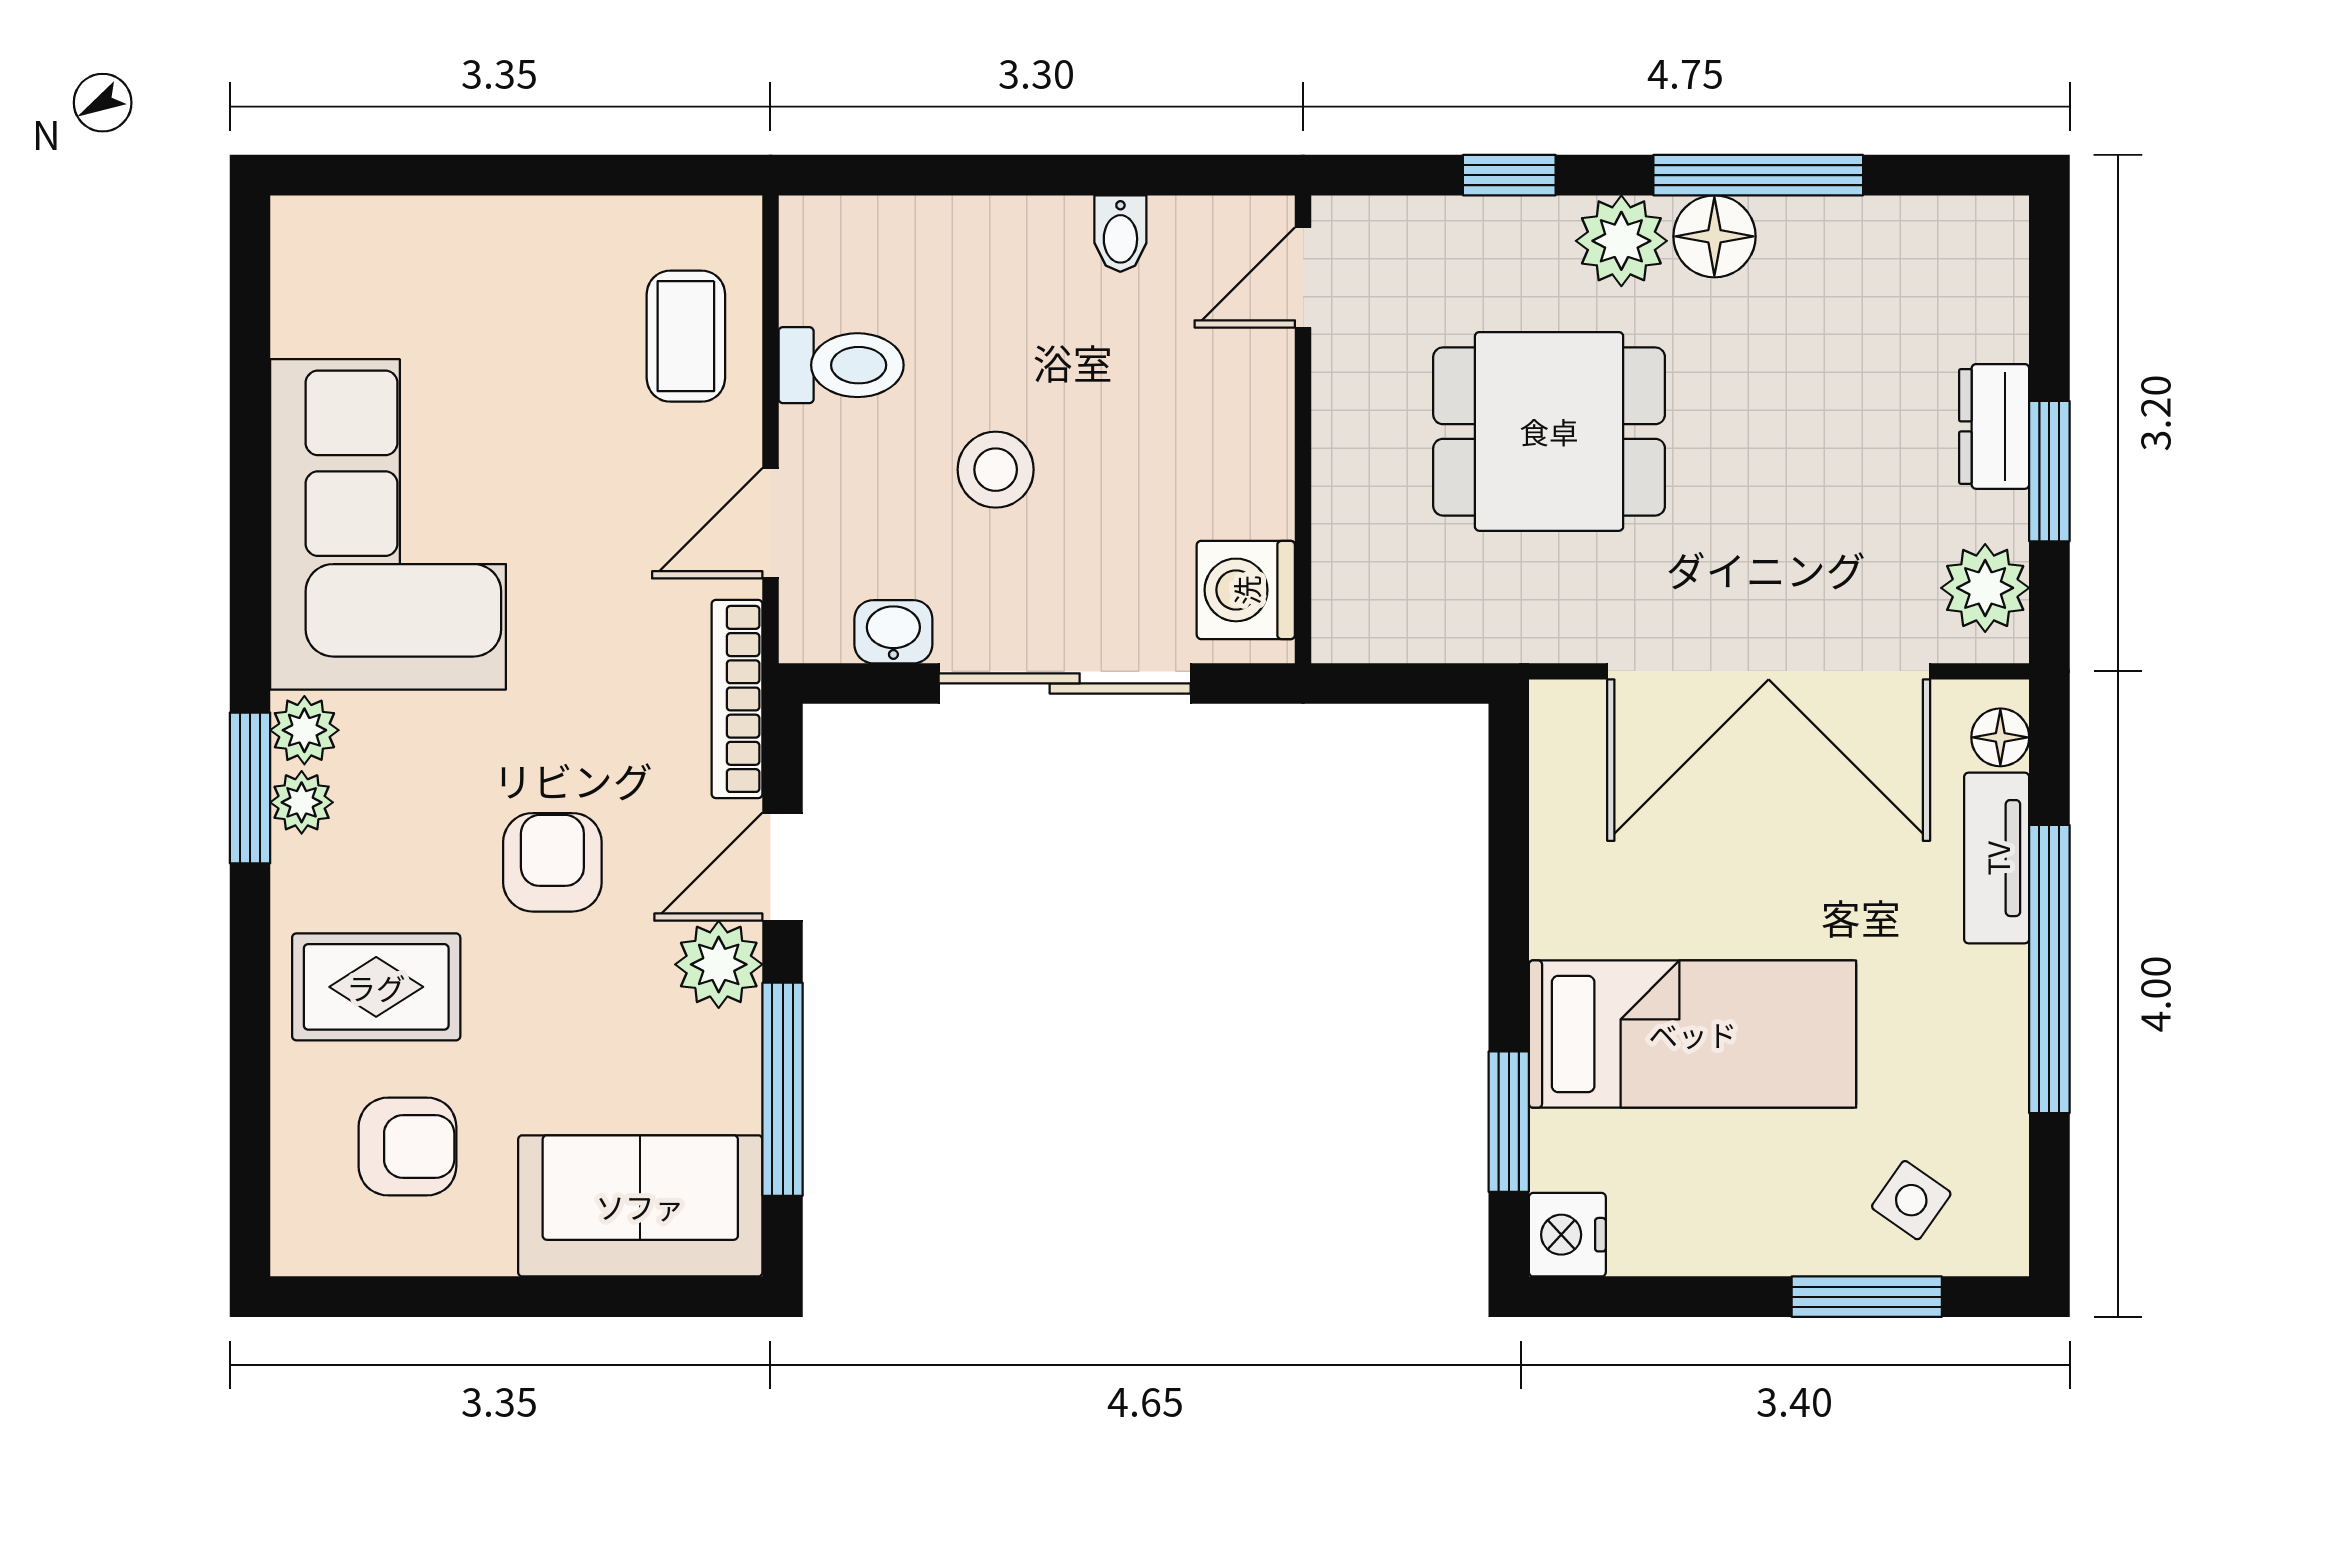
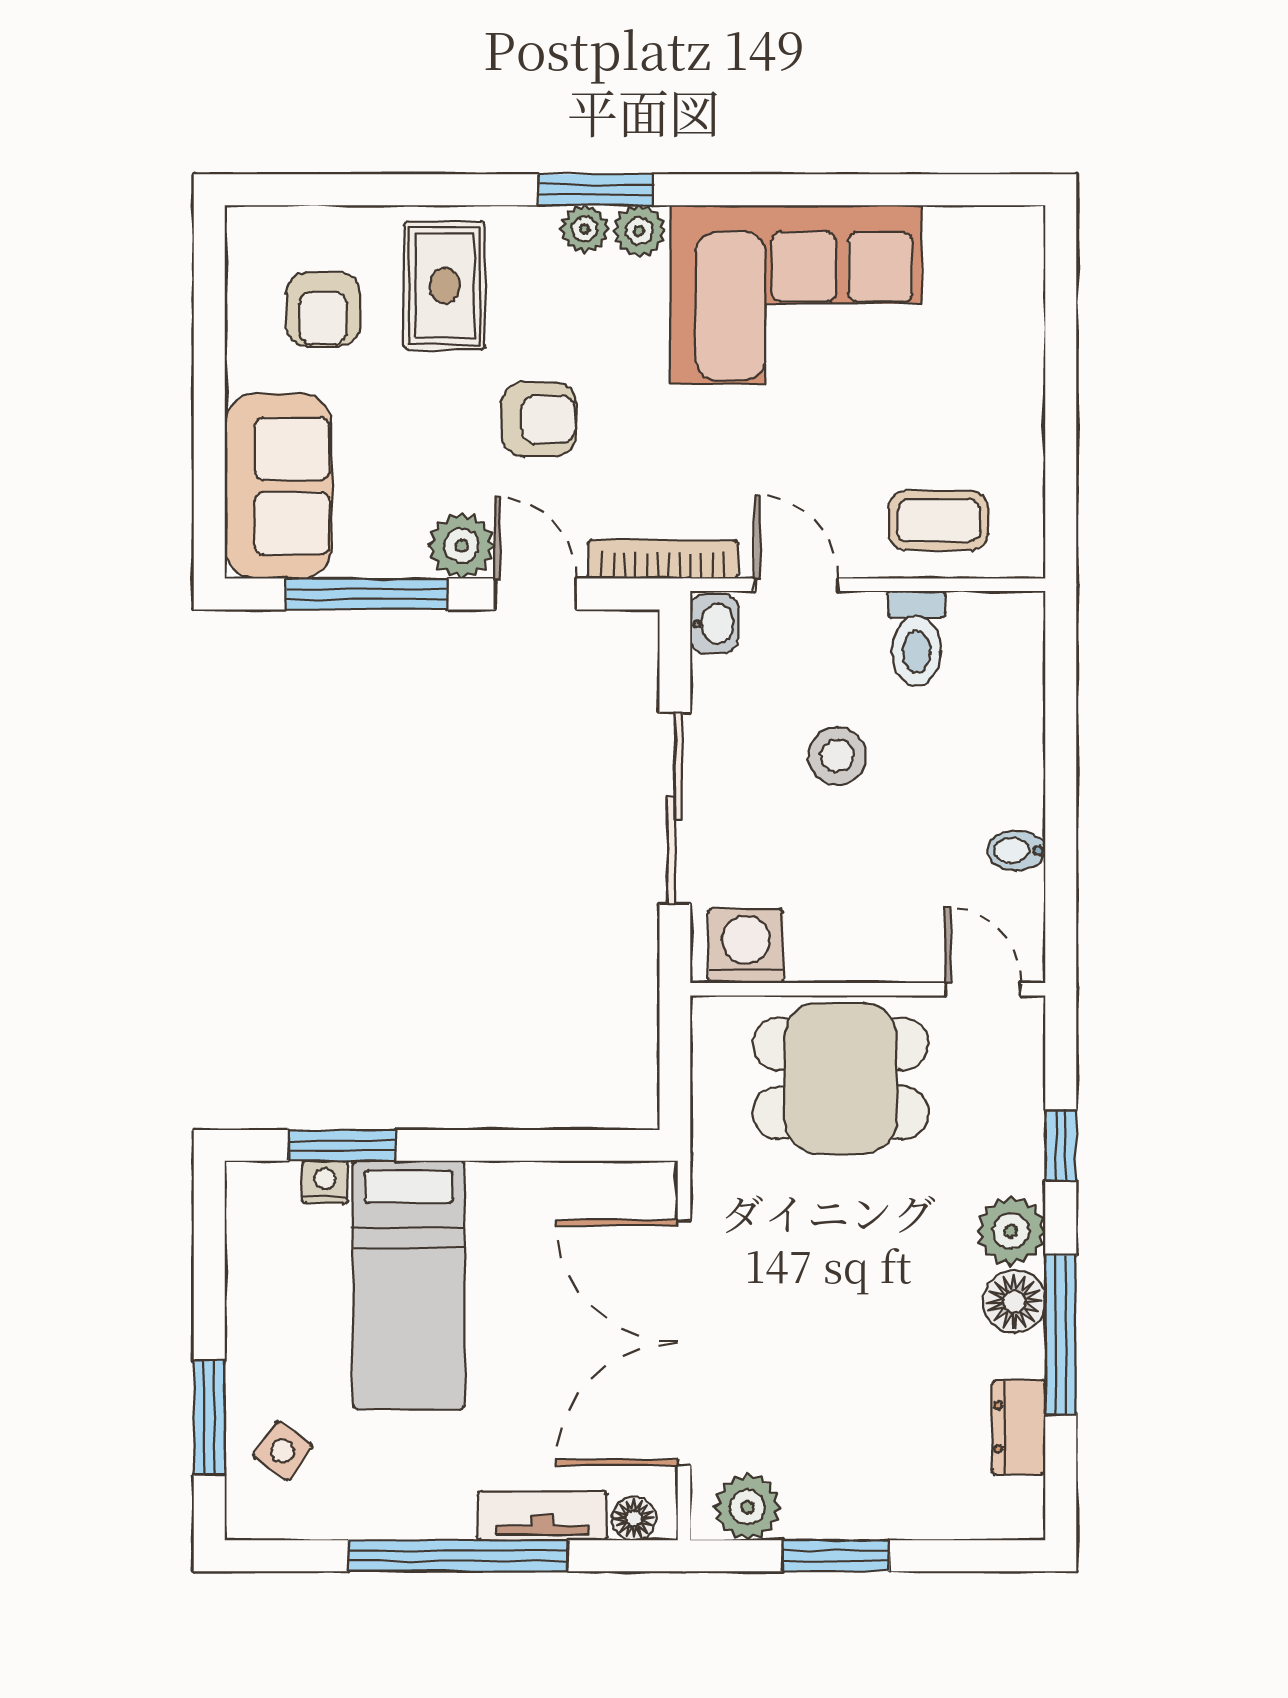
dresser: (1994, 426) -> (1019, 1427), moved, turned -90
dining table: (1549, 431) -> (841, 1078), moved, turned 90
washbasin: (893, 632) -> (714, 624), moved
nightstand: (1567, 1235) -> (325, 1182), moved, width x0.72, depth x0.74

